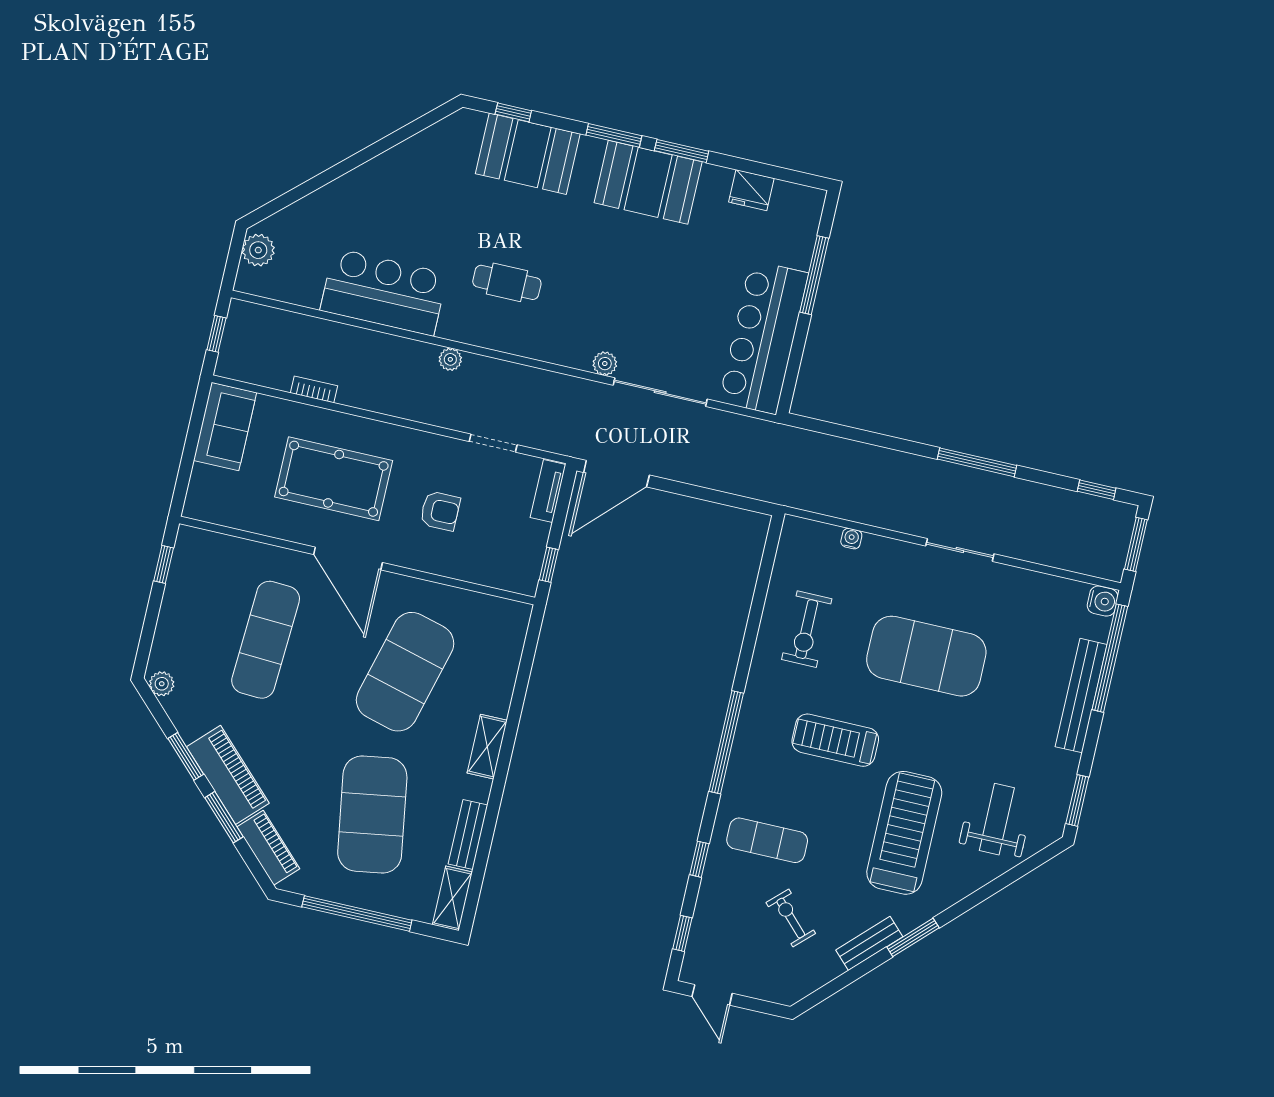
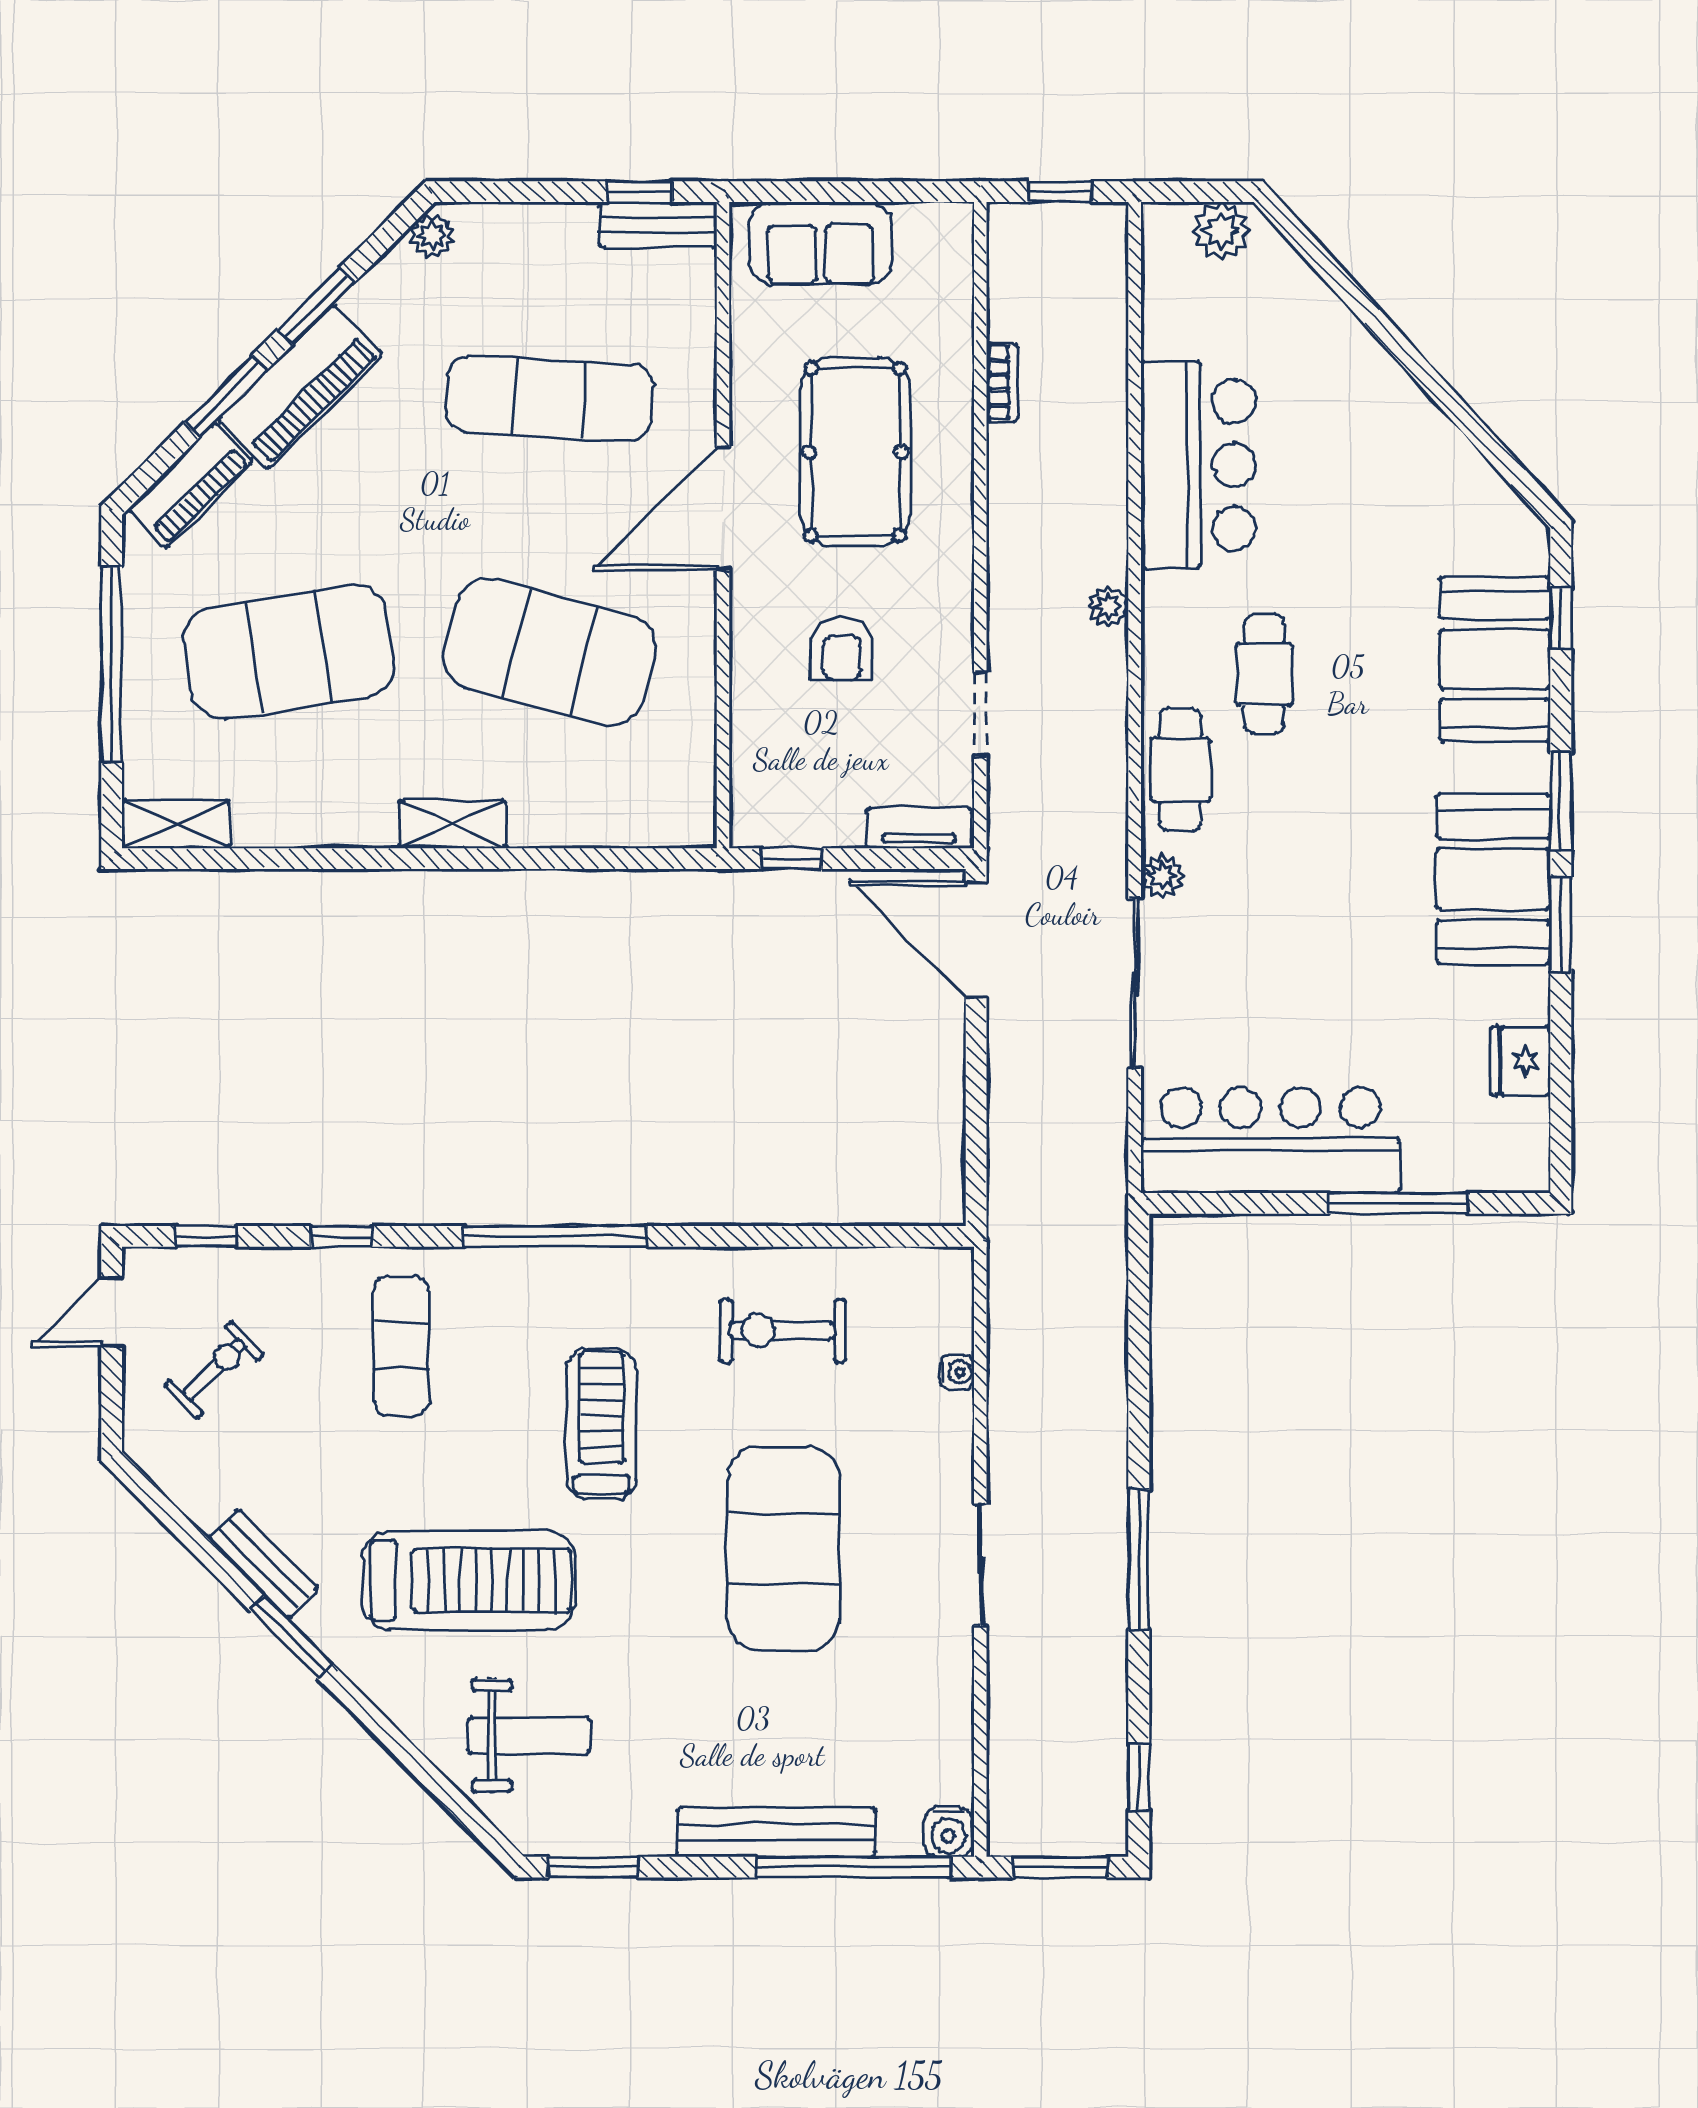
cafe table: (549, 340) -> (1180, 769), added
sofa: (225, 427) -> (821, 243), moved
bench: (468, 835) -> (658, 225), moved
exercise bike: (791, 918) -> (214, 1370), moved

